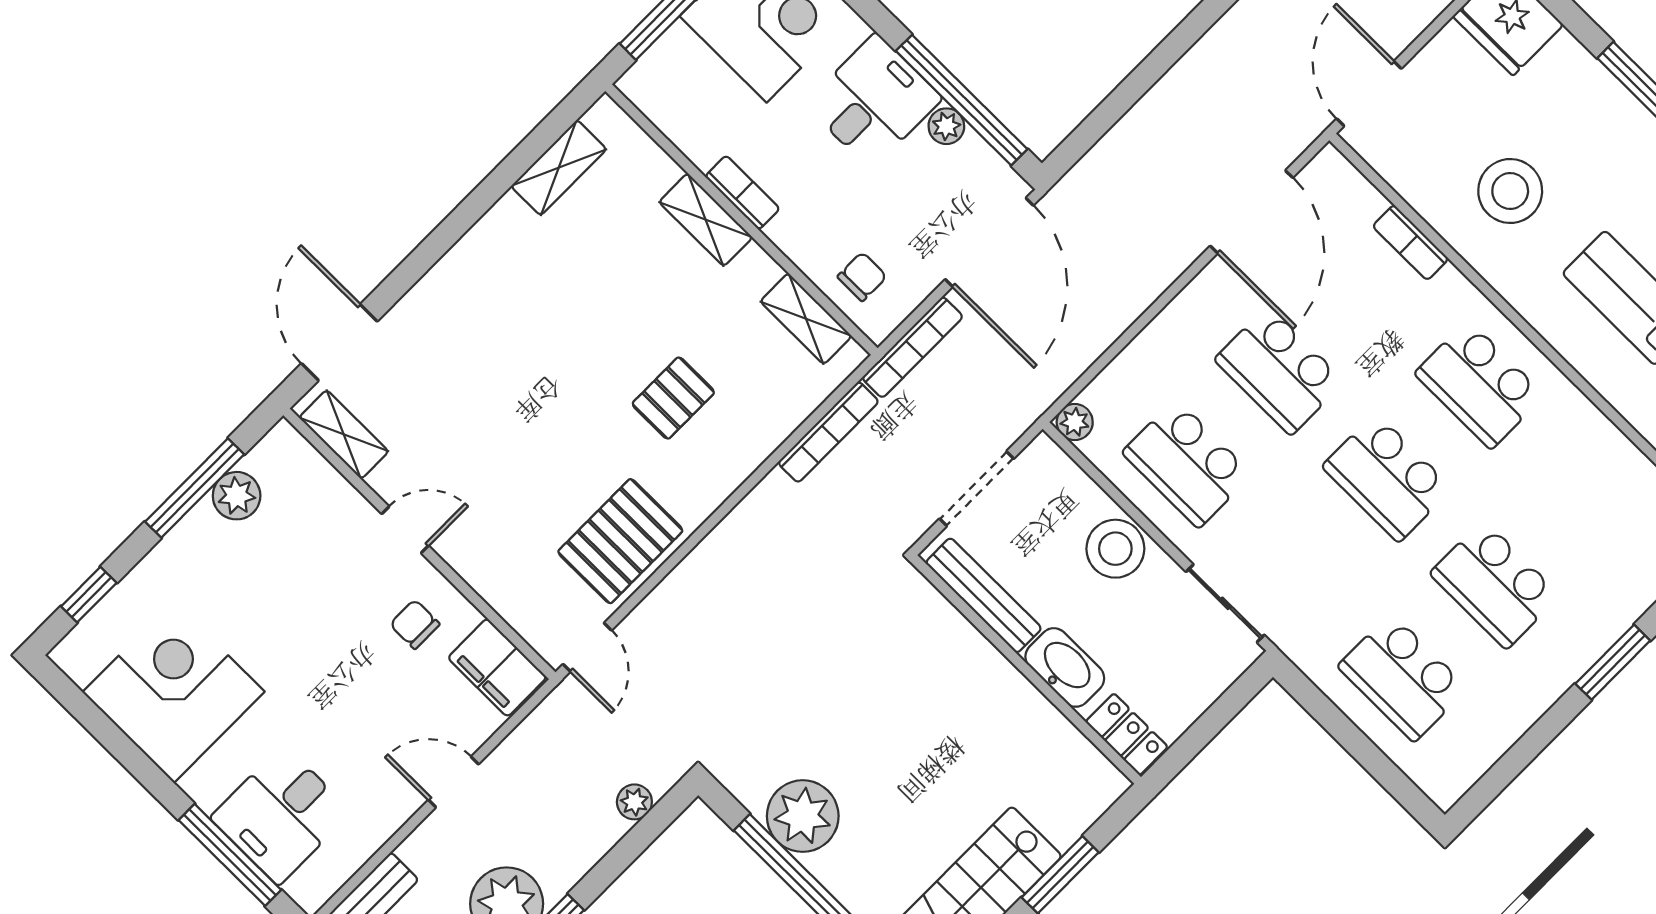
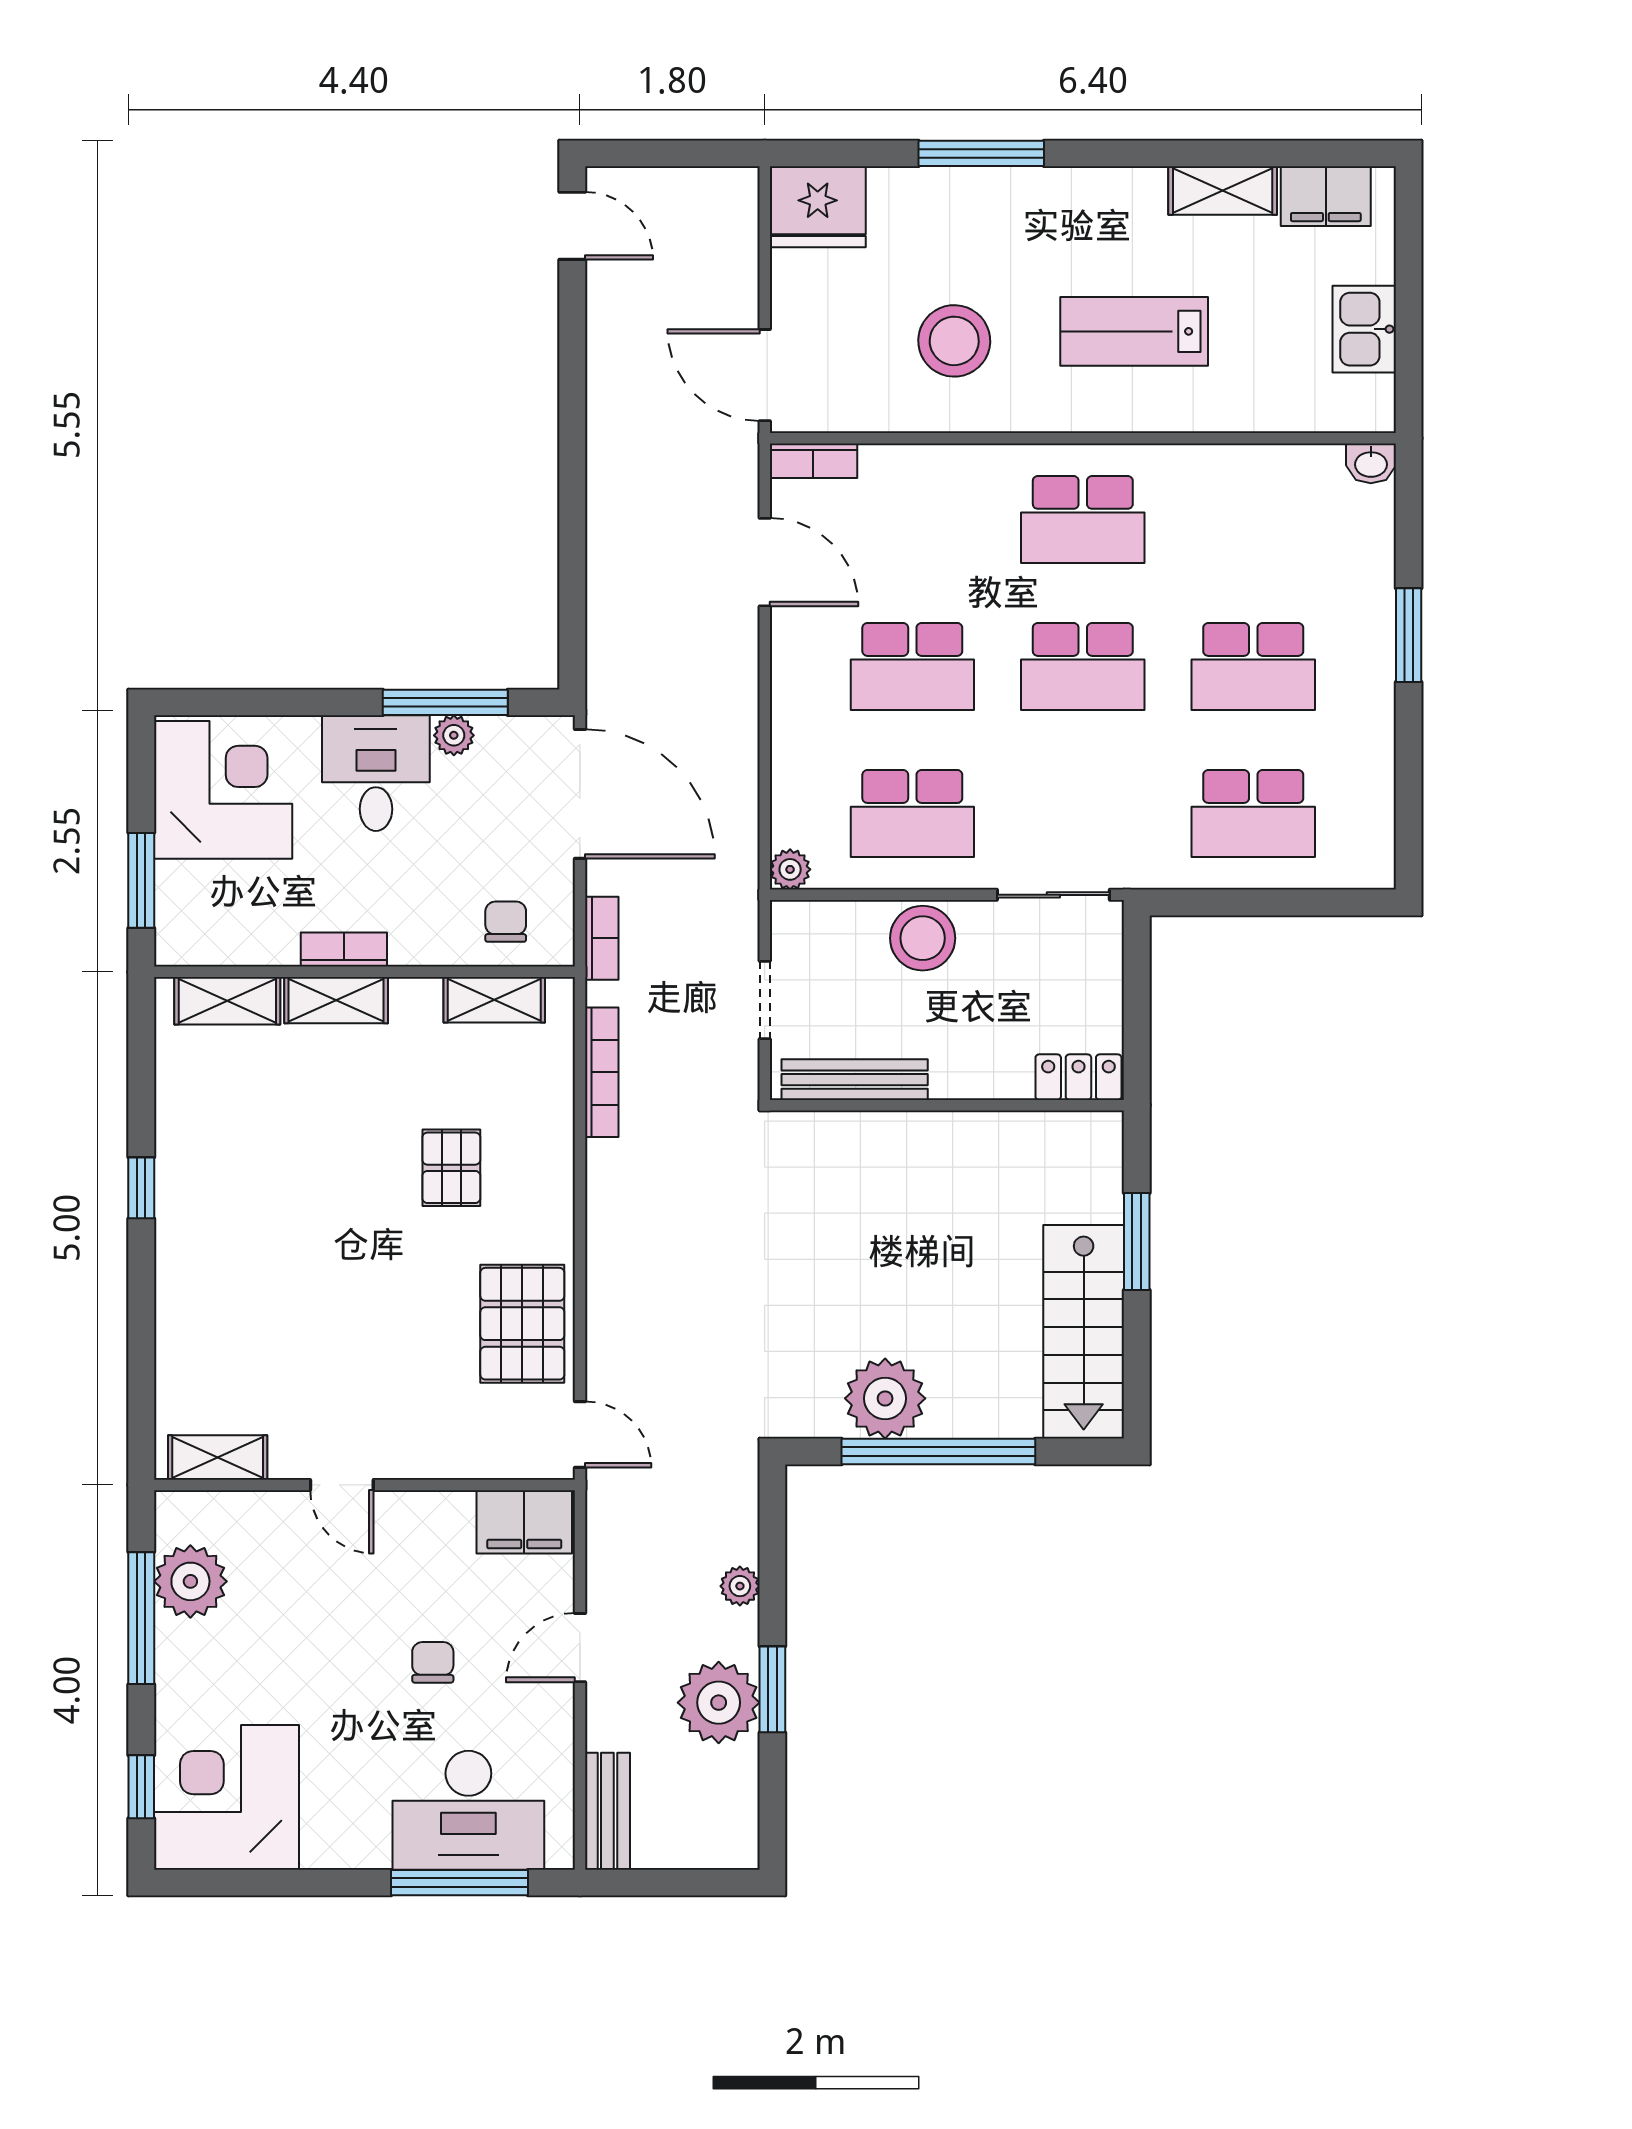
window: (962, 100) -> (445, 702), width x0.68
shelving: (559, 168) -> (227, 1001), moved, turned 90
door: (1252, 212) -> (765, 562), width x0.73
window: (465, 216) -> (141, 1188), added
bookcase: (1411, 243) -> (813, 461), moved
door: (339, 342) -> (141, 1388), removed
bookcase: (912, 347) -> (602, 938), width x0.64
doorway: (977, 489) -> (765, 1000), width x0.73
plant: (237, 496) -> (190, 1581), width x1.36, depth x1.36
door: (405, 530) -> (342, 1485), swing flipped
chair: (415, 624) -> (433, 1662), moved, turned 90
washbasin: (1065, 667) -> (976, 1073), removed
corner desk: (174, 692) -> (227, 1797), moved
plant: (634, 802) -> (740, 1586), moved
desk: (281, 815) -> (468, 1810), width x1.37

